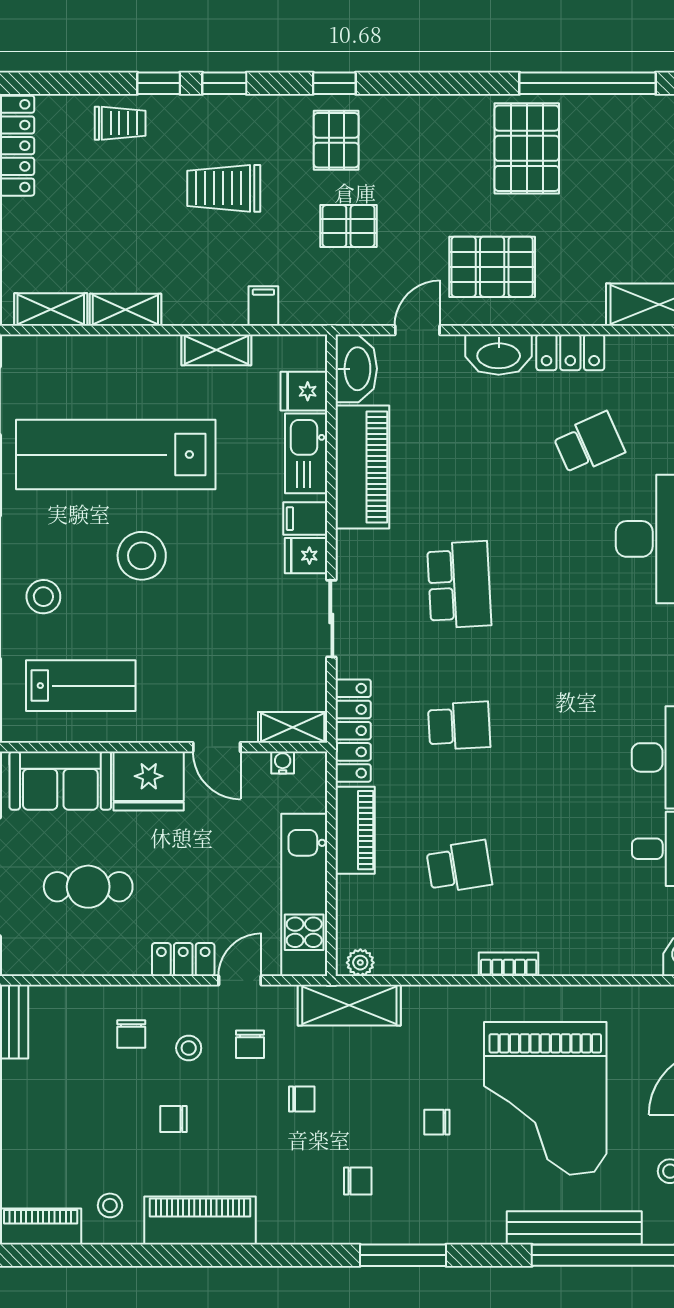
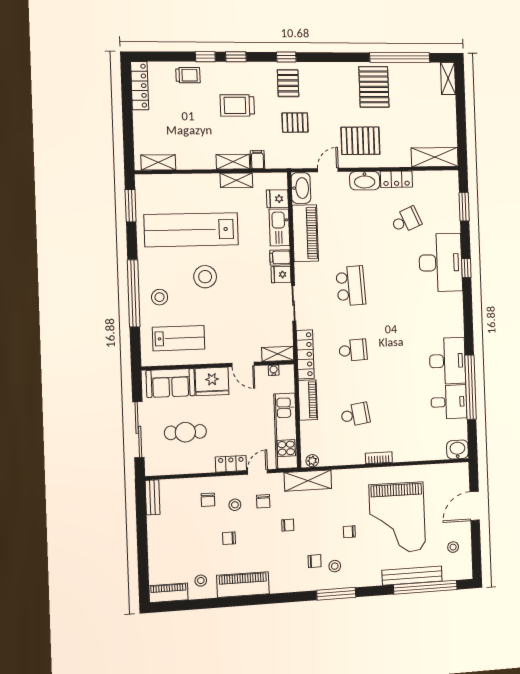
shelving: (125, 310) -> (233, 162), moved
stool: (402, 1195) -> (335, 566), added

